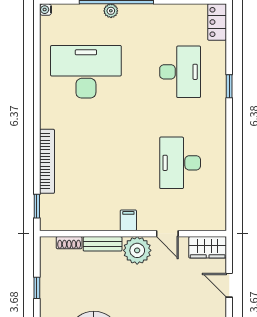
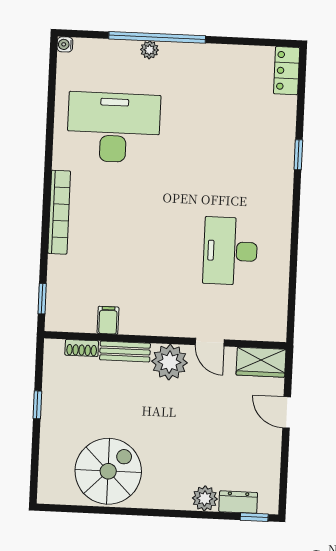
desk: (180, 72) -> (236, 133), removed
bookcase: (47, 161) -> (59, 212), moved
filing cabinet: (128, 220) -> (108, 320), moved

